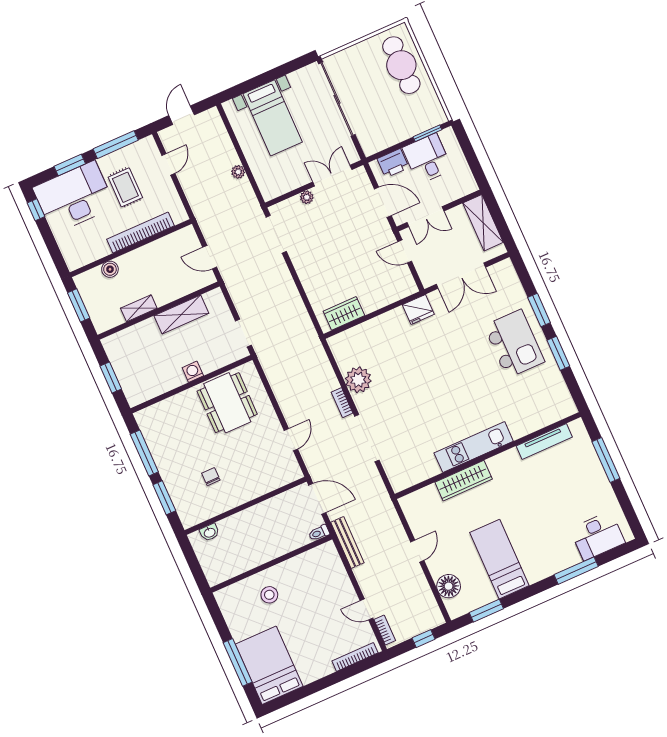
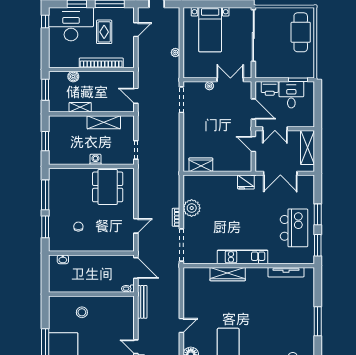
tv unit: (544, 441) -> (286, 272), moved
kitchen unit: (474, 447) -> (243, 257), moved
wall: (488, 456) -> (249, 266), moved
wardrobe: (464, 481) -> (228, 274), moved

